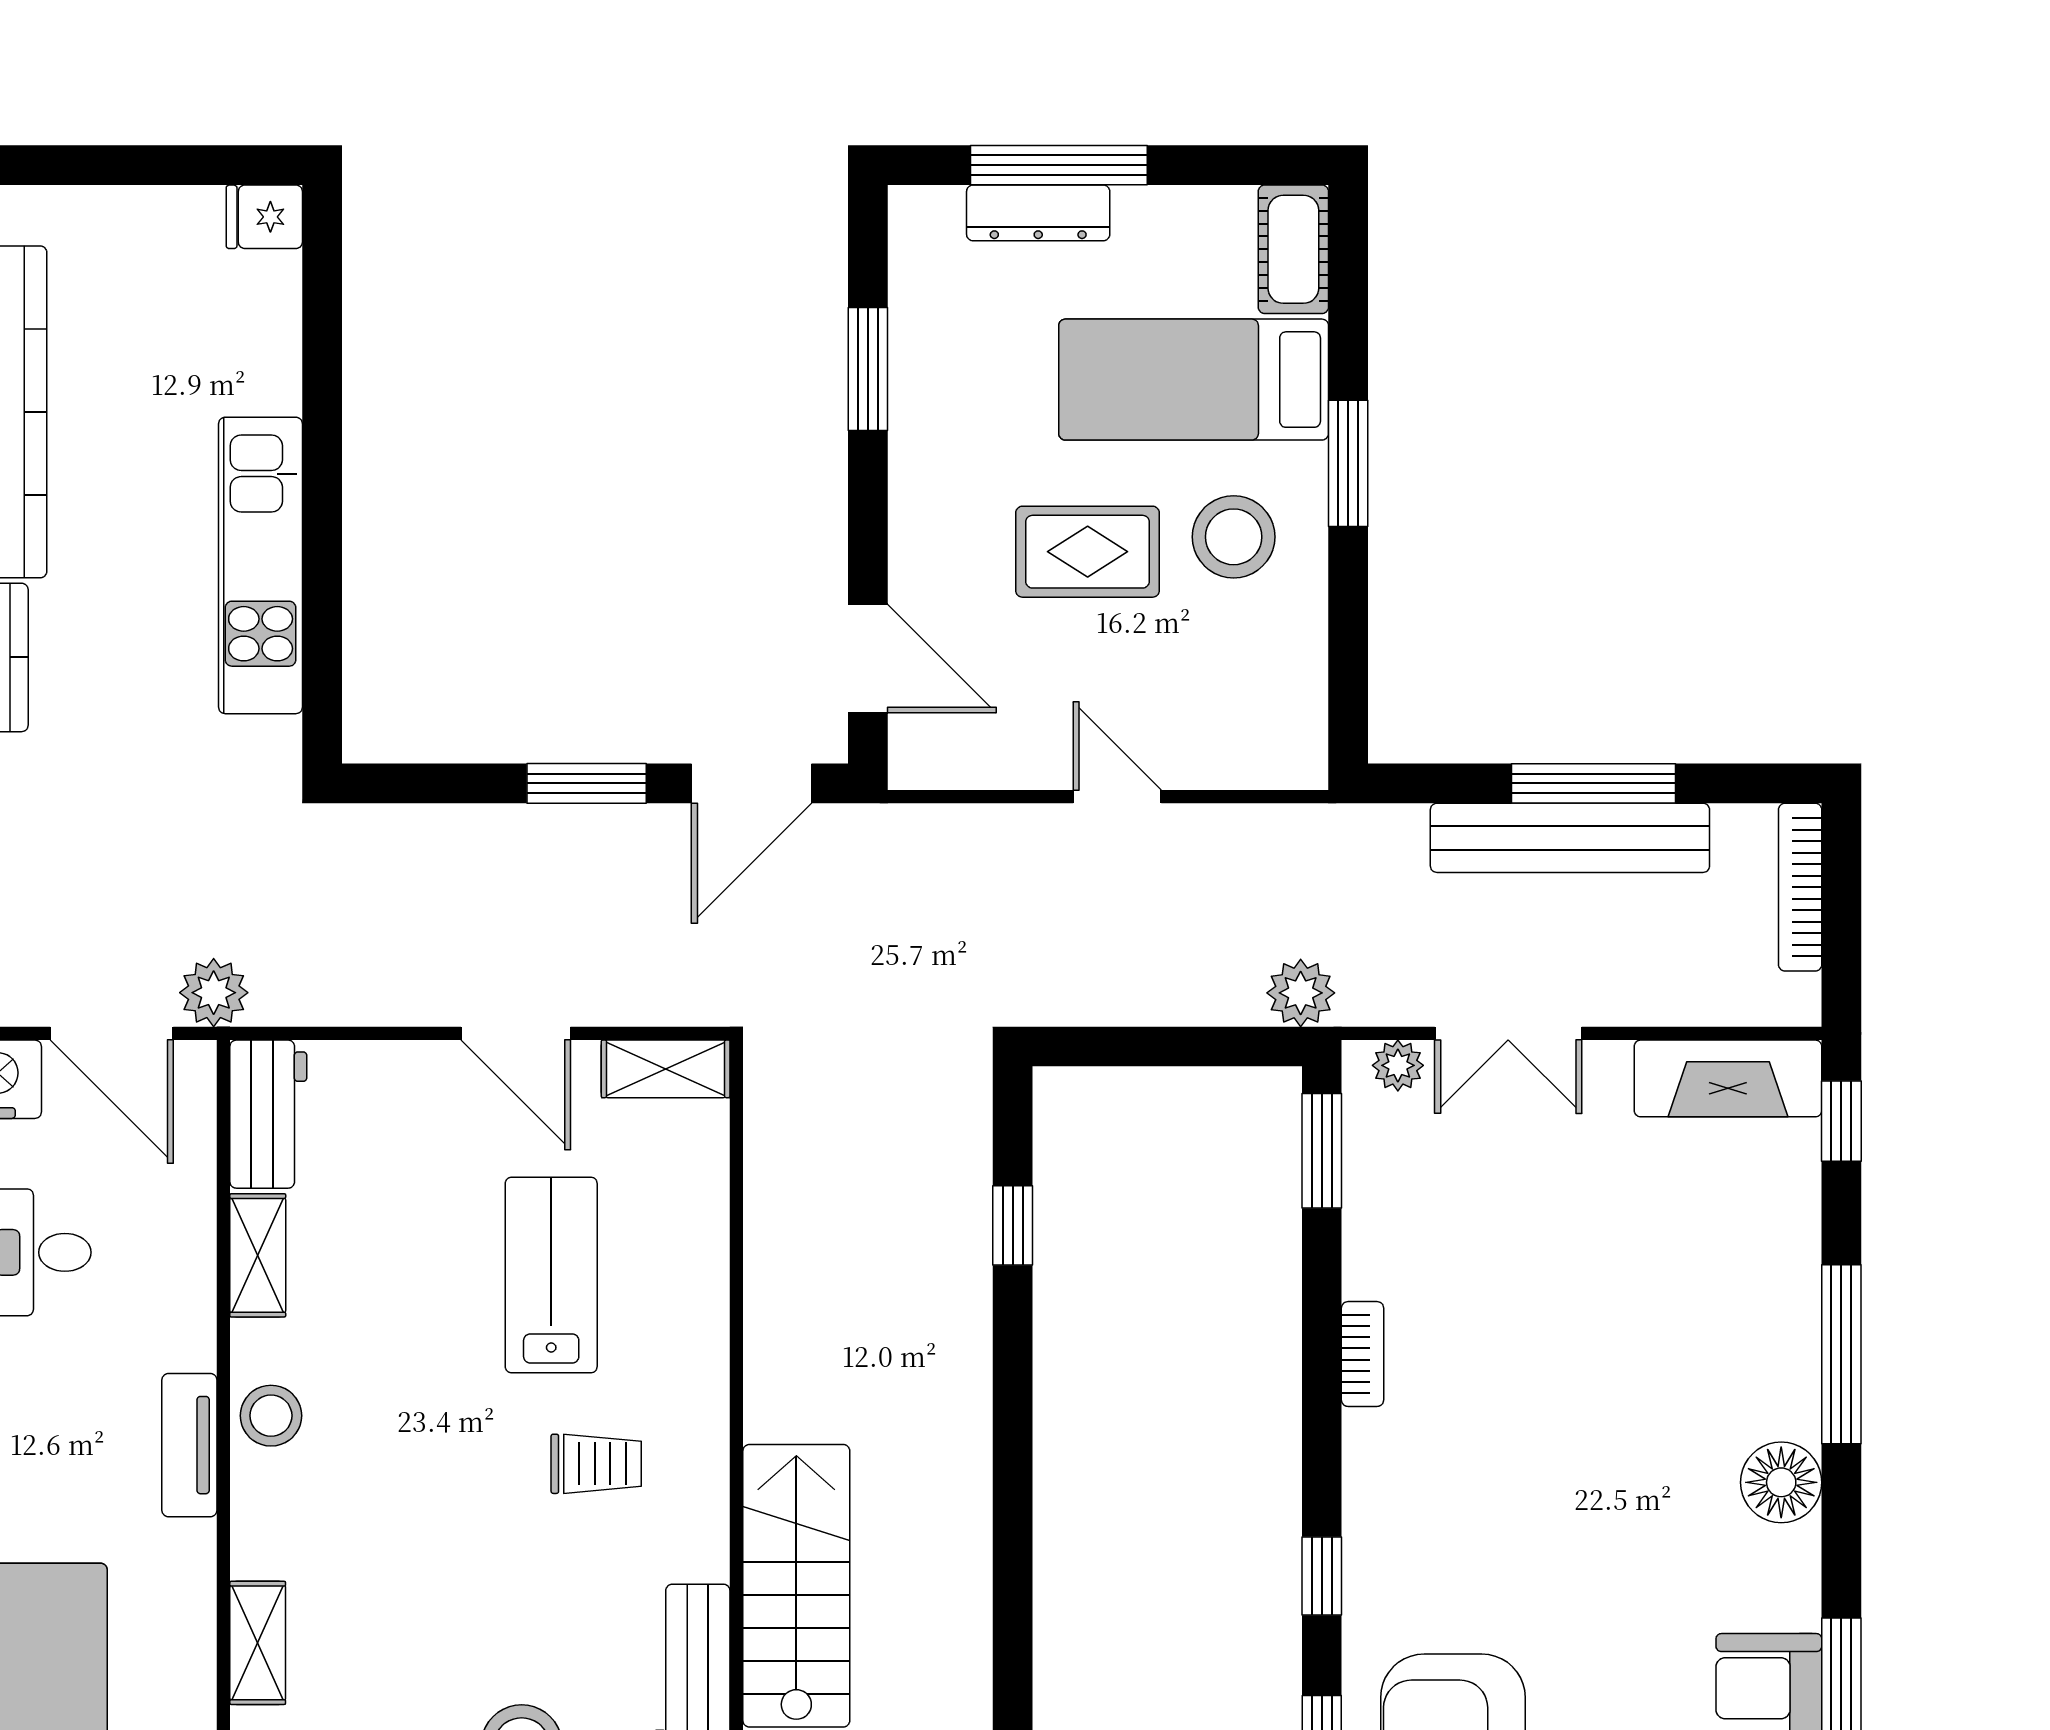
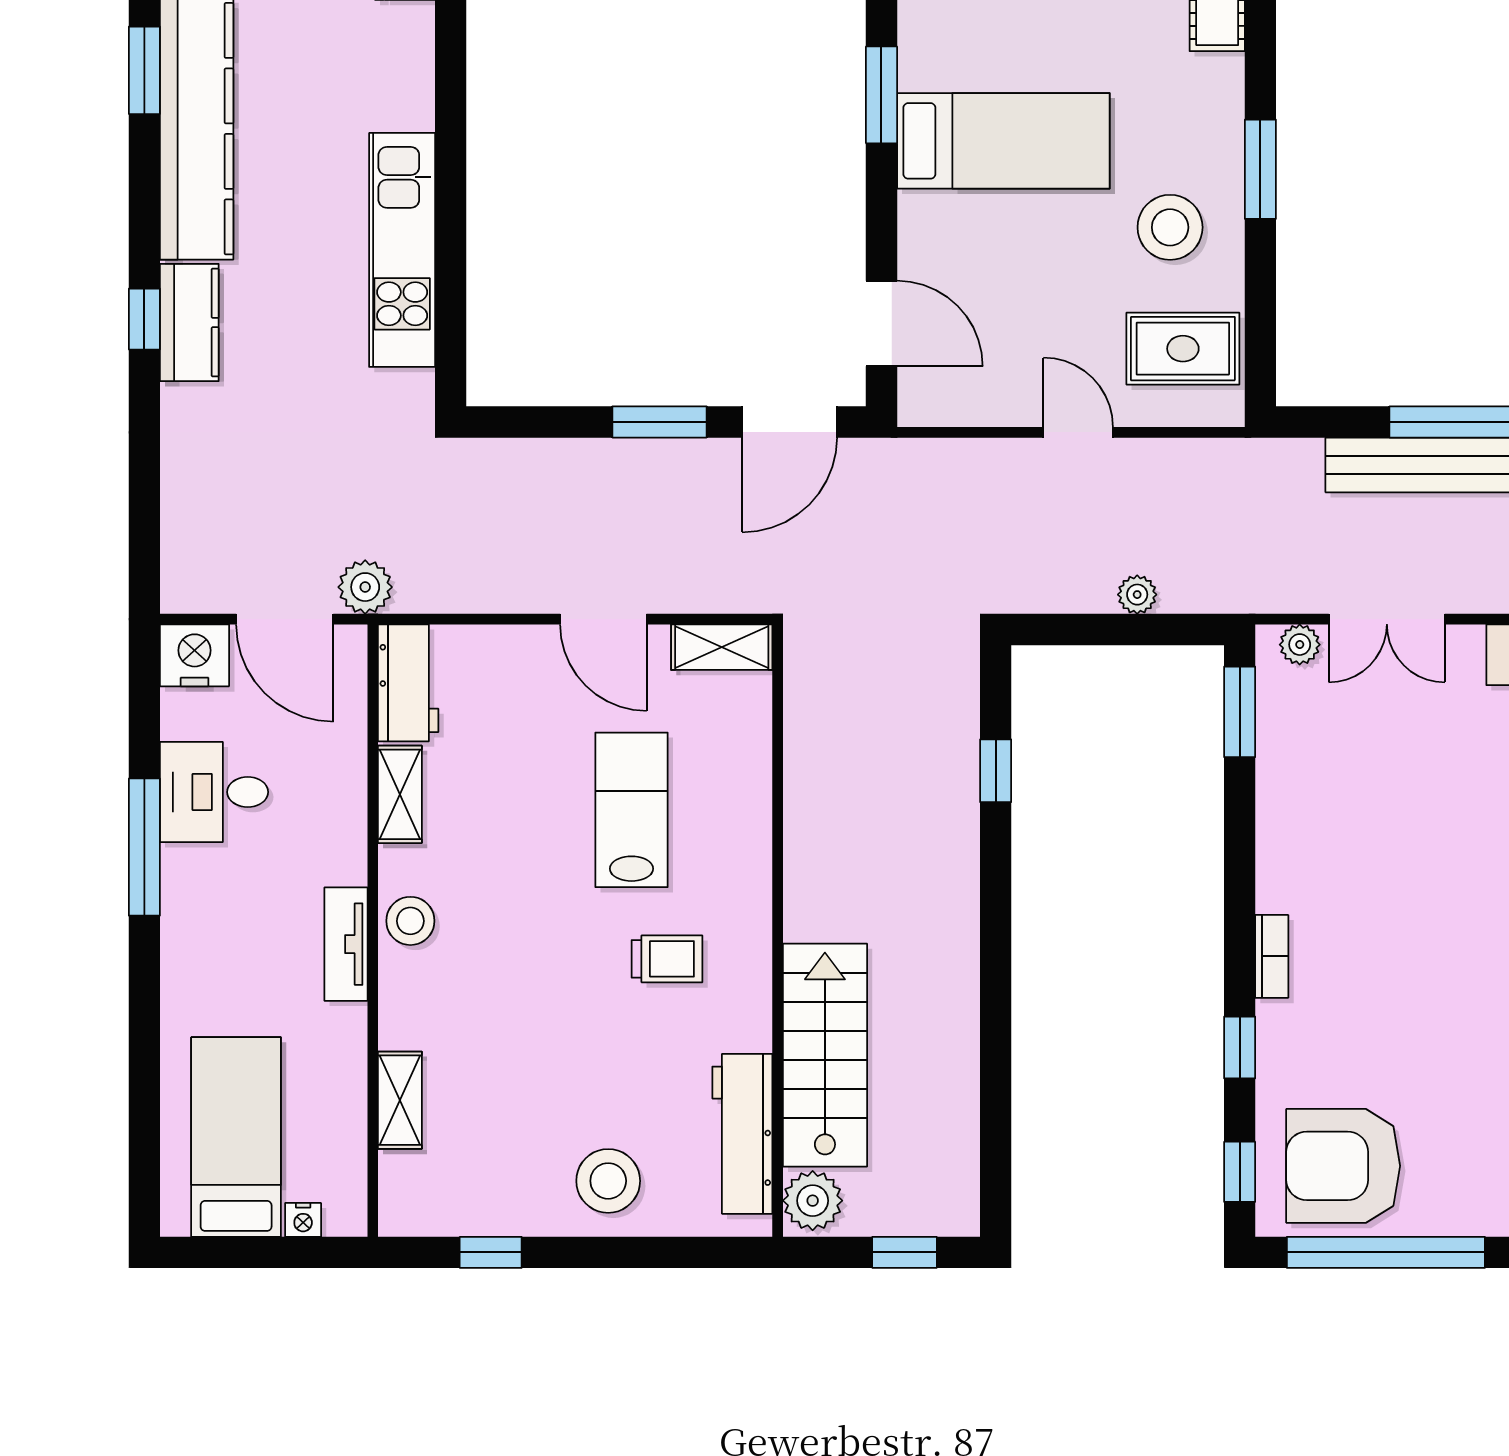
bed: (1194, 380) -> (1003, 141), moved, turned 180
rug: (1088, 552) -> (1183, 349), moved
plant: (1301, 993) -> (1137, 595), moved, width x0.73, depth x0.73
bookcase: (1363, 1354) -> (1272, 956), moved

